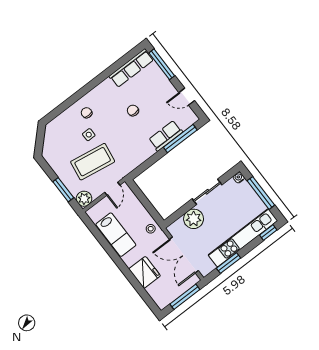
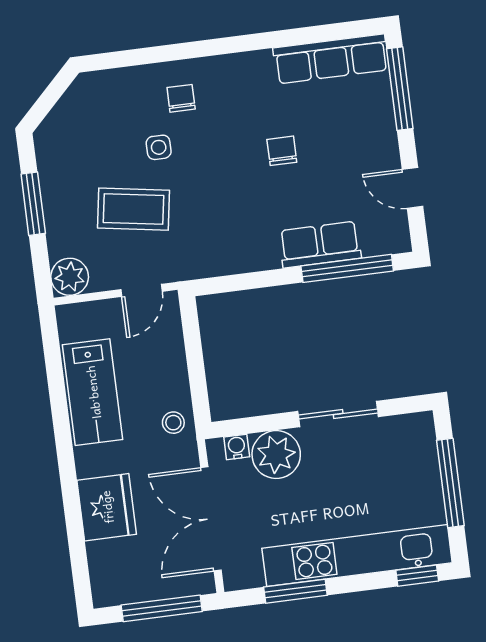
coffee table: (93, 162) -> (133, 209), width x0.73, depth x0.76
water cooler: (239, 178) -> (237, 447), moved
window: (63, 190) -> (33, 204), moved

